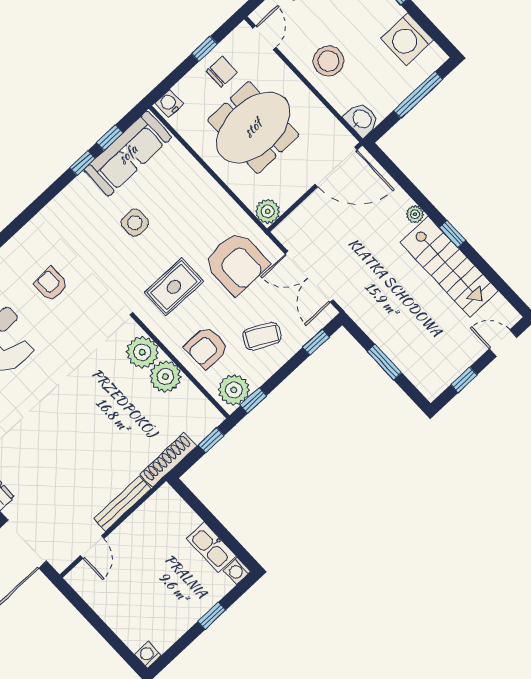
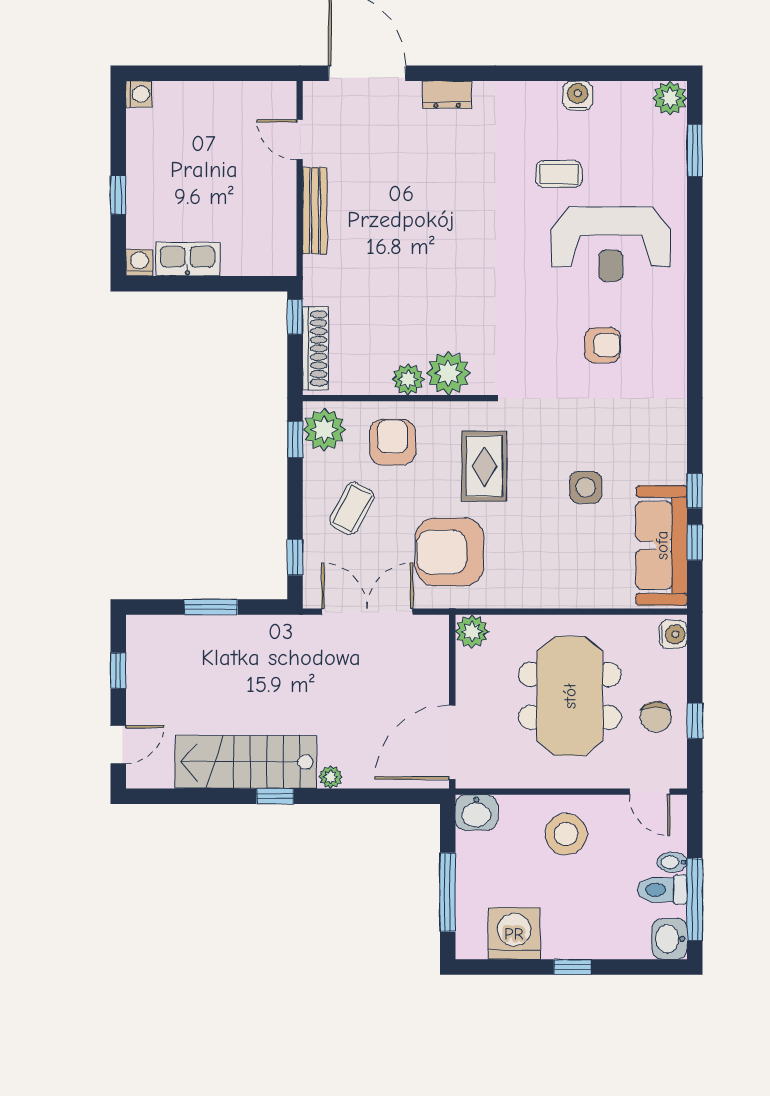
plant: (165, 377) -> (408, 379), width x0.73, depth x0.73
window: (211, 440) -> (295, 317), moved
shoe rack: (168, 460) -> (316, 348), moved

